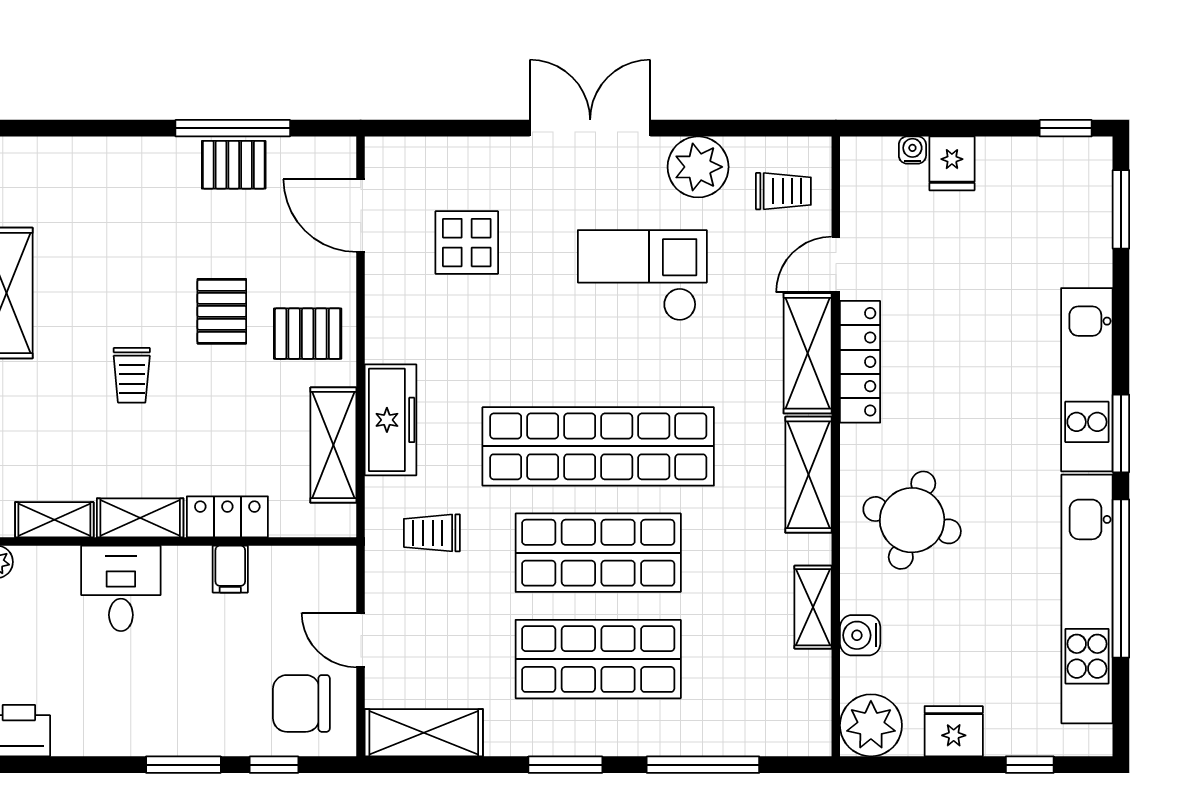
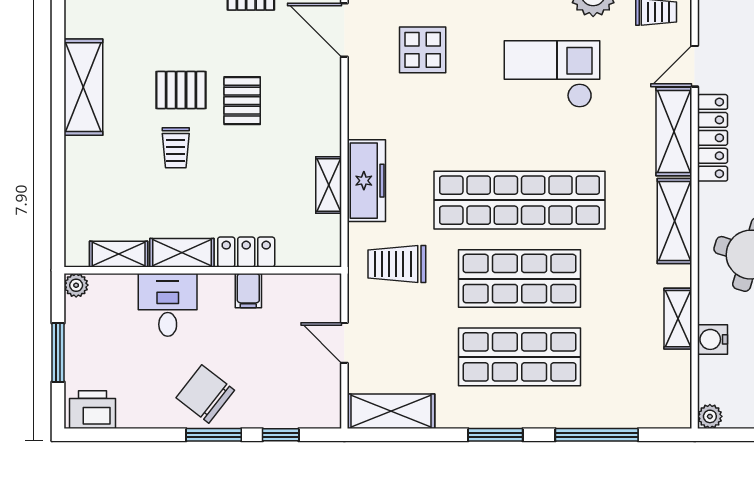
pallet: (308, 334) -> (181, 90), moved
shelving: (333, 445) -> (329, 185), width x0.67, depth x0.75
trolley: (432, 533) -> (397, 264), width x1.36, depth x1.39
chair: (301, 703) -> (205, 394), moved, turned 38
plant: (871, 725) -> (710, 416), width x0.53, depth x0.53

